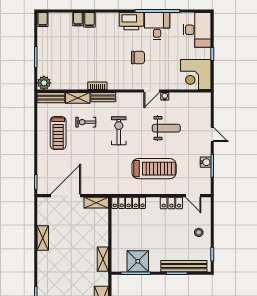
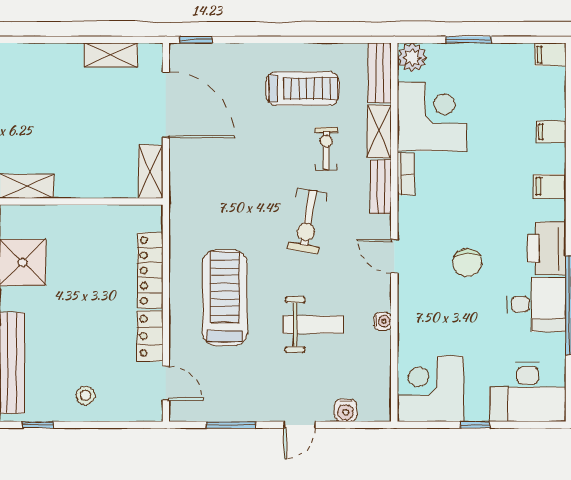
filing cabinet: (89, 20) -> (550, 186), moved
corner desk: (71, 74) -> (432, 117), added
door: (152, 91) -> (394, 256), moved
weight bench: (166, 128) -> (313, 325), turned -90
exercise bike: (119, 131) -> (308, 221), turned 99
treadmill: (58, 133) -> (303, 89), turned 180
water cooler: (206, 162) -> (346, 410), moved
treadmill: (154, 169) -> (225, 298), turned 180
door: (193, 196) -> (166, 383), swing flipped
locker: (129, 203) -> (150, 270), moved
shelving: (43, 238) -> (111, 55), moved

